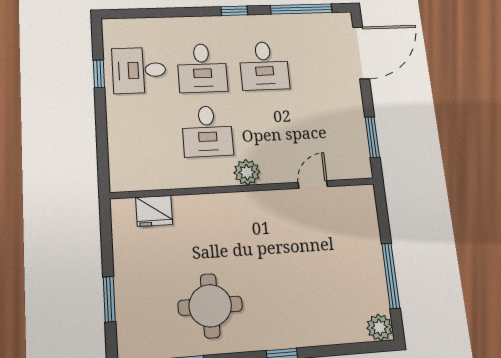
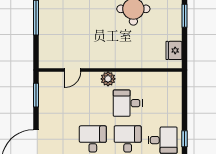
desk: (207, 131) -> (128, 103), turned -90
fridge: (154, 211) -> (174, 50), moved, turned -90

